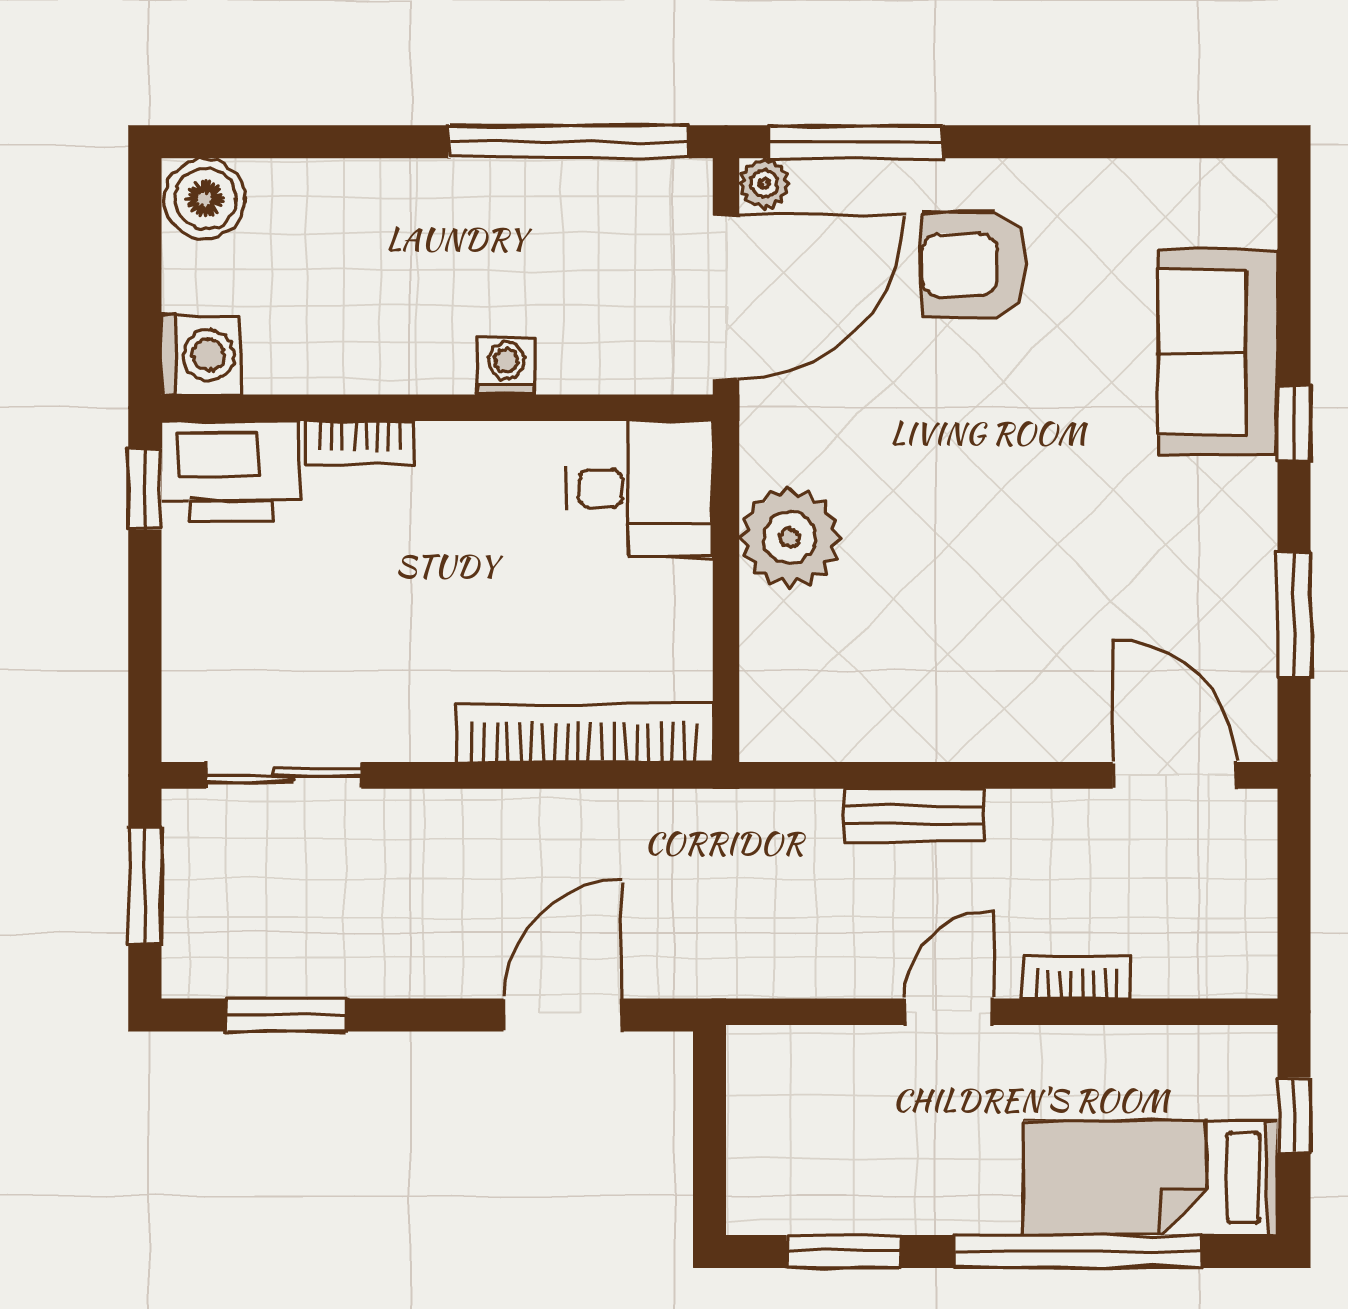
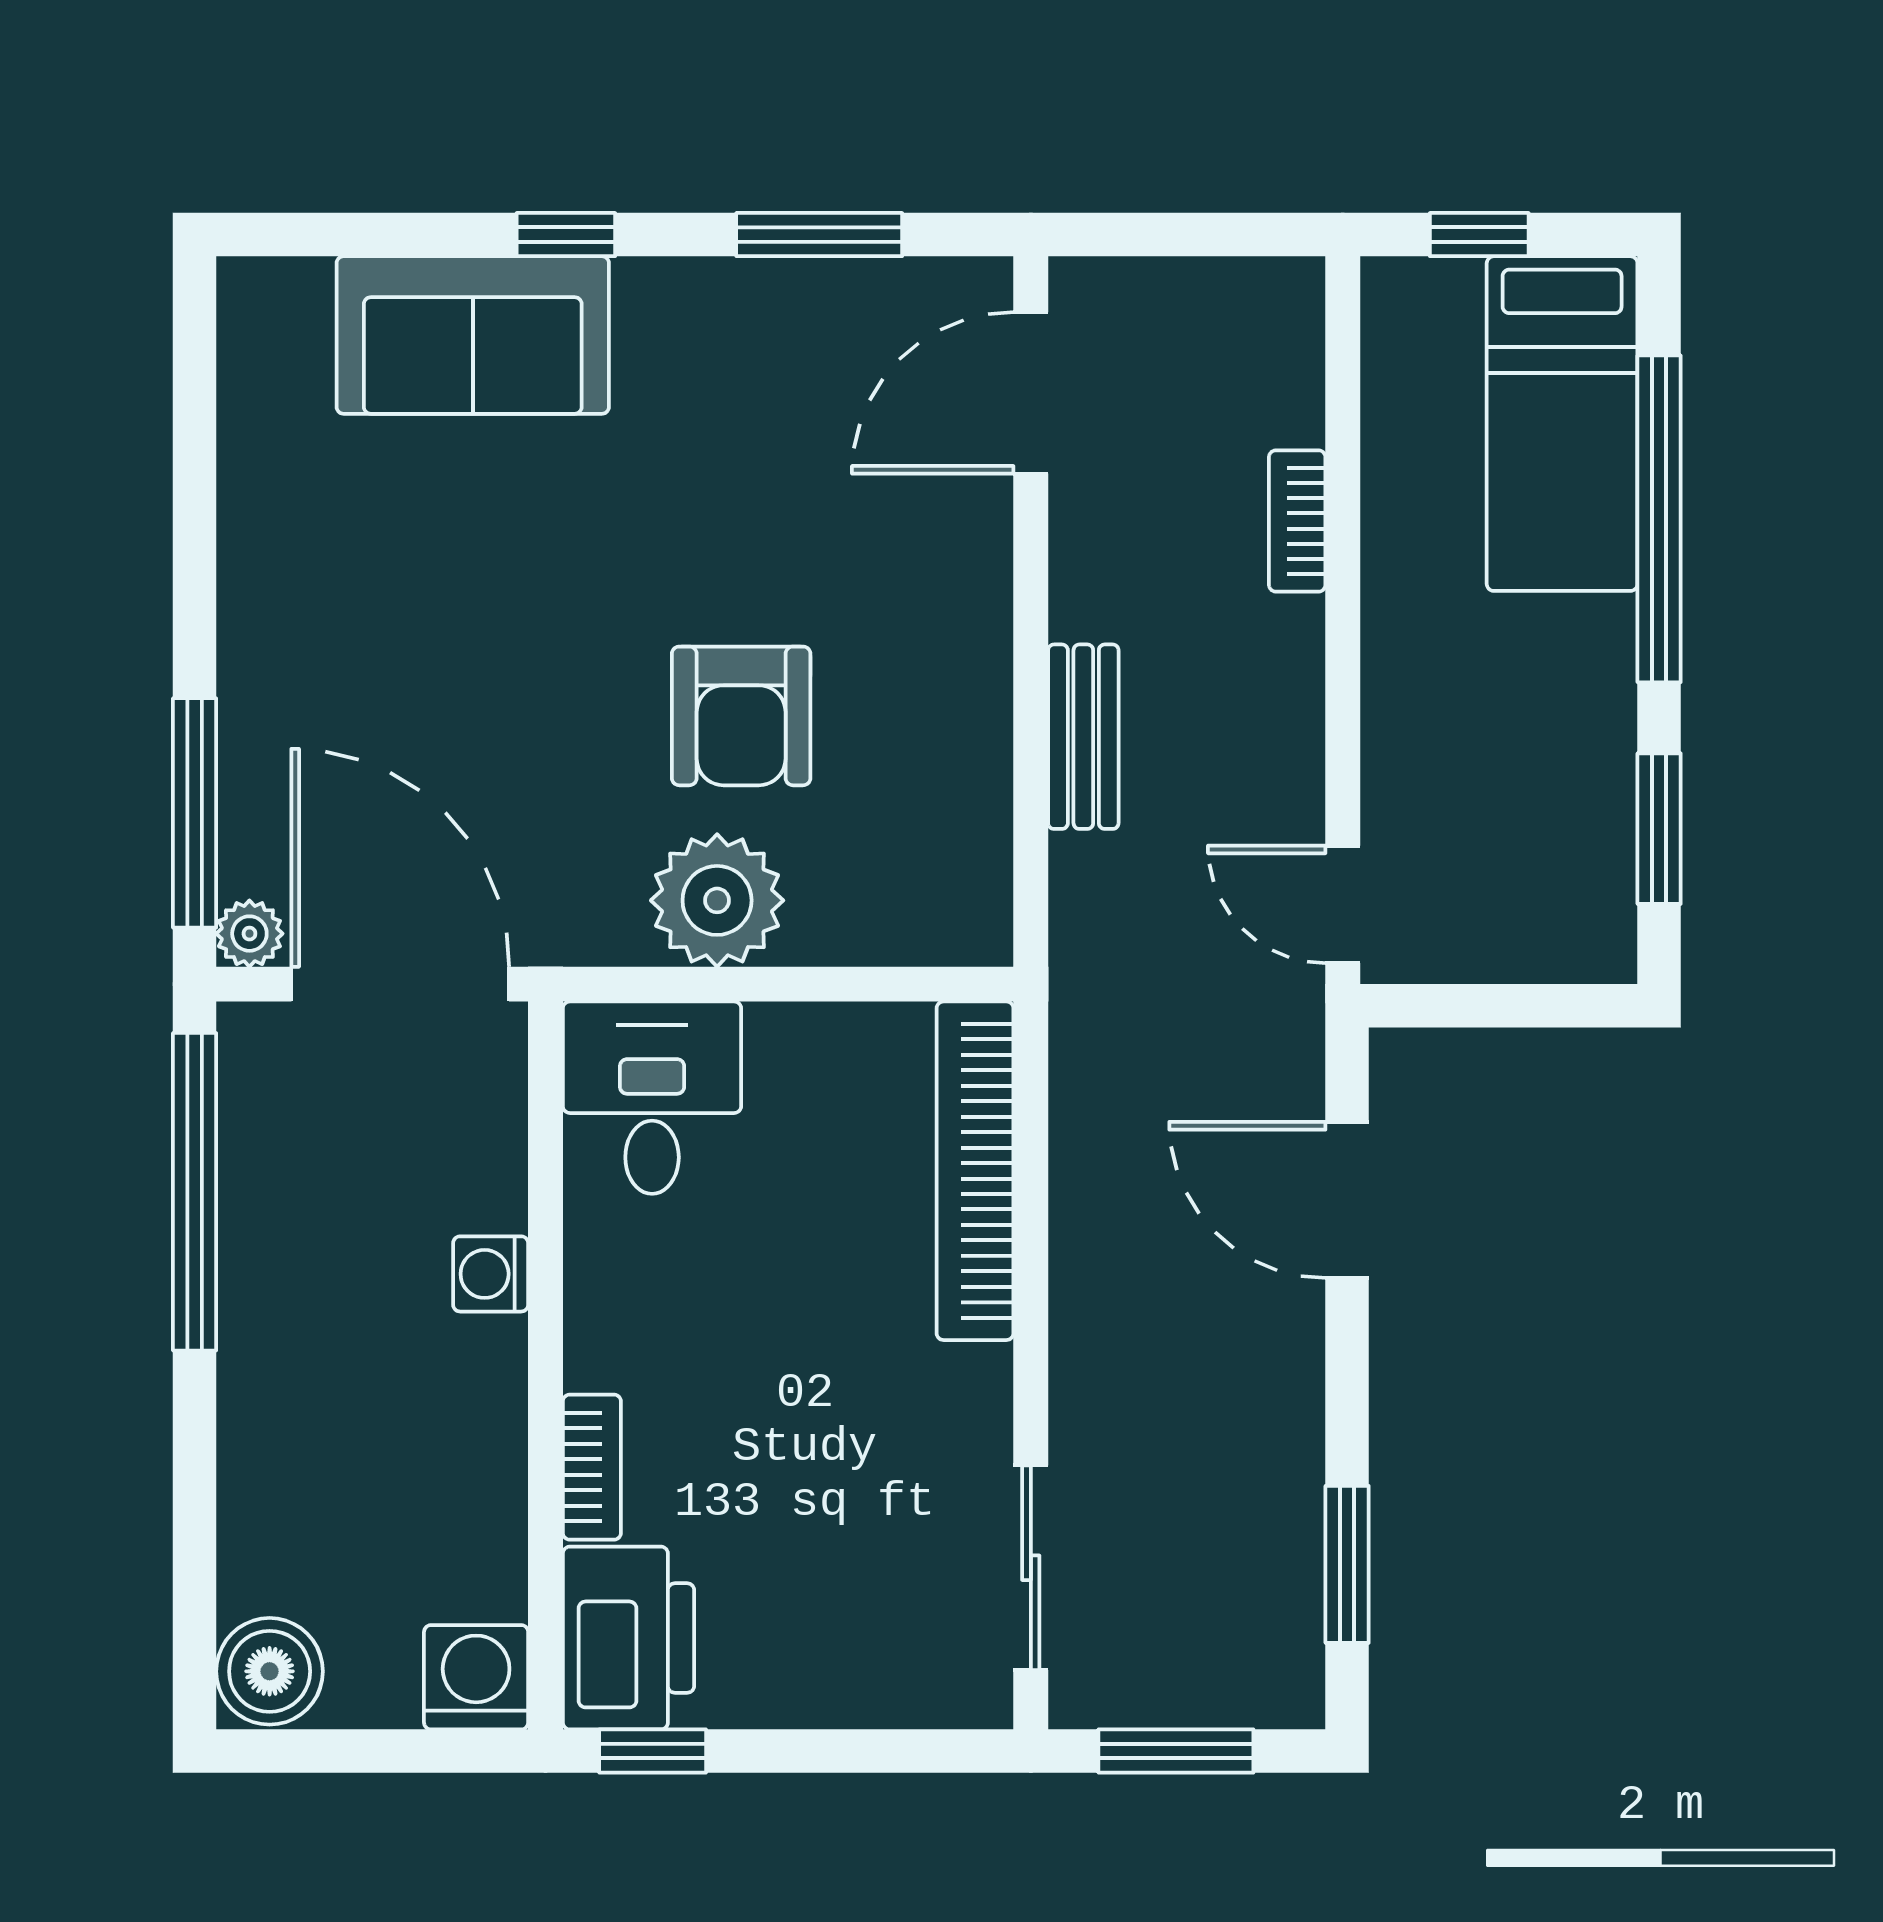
armchair: (974, 265) -> (741, 716), moved
door: (949, 1012) -> (1343, 904), moved

